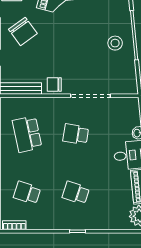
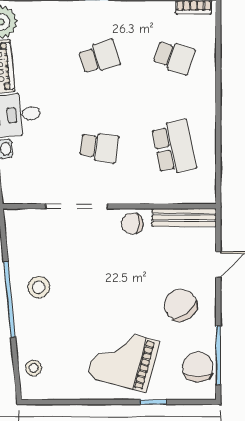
chair: (54, 85) -> (132, 223), turned 180
school desk: (76, 193) -> (99, 57), turned -36

